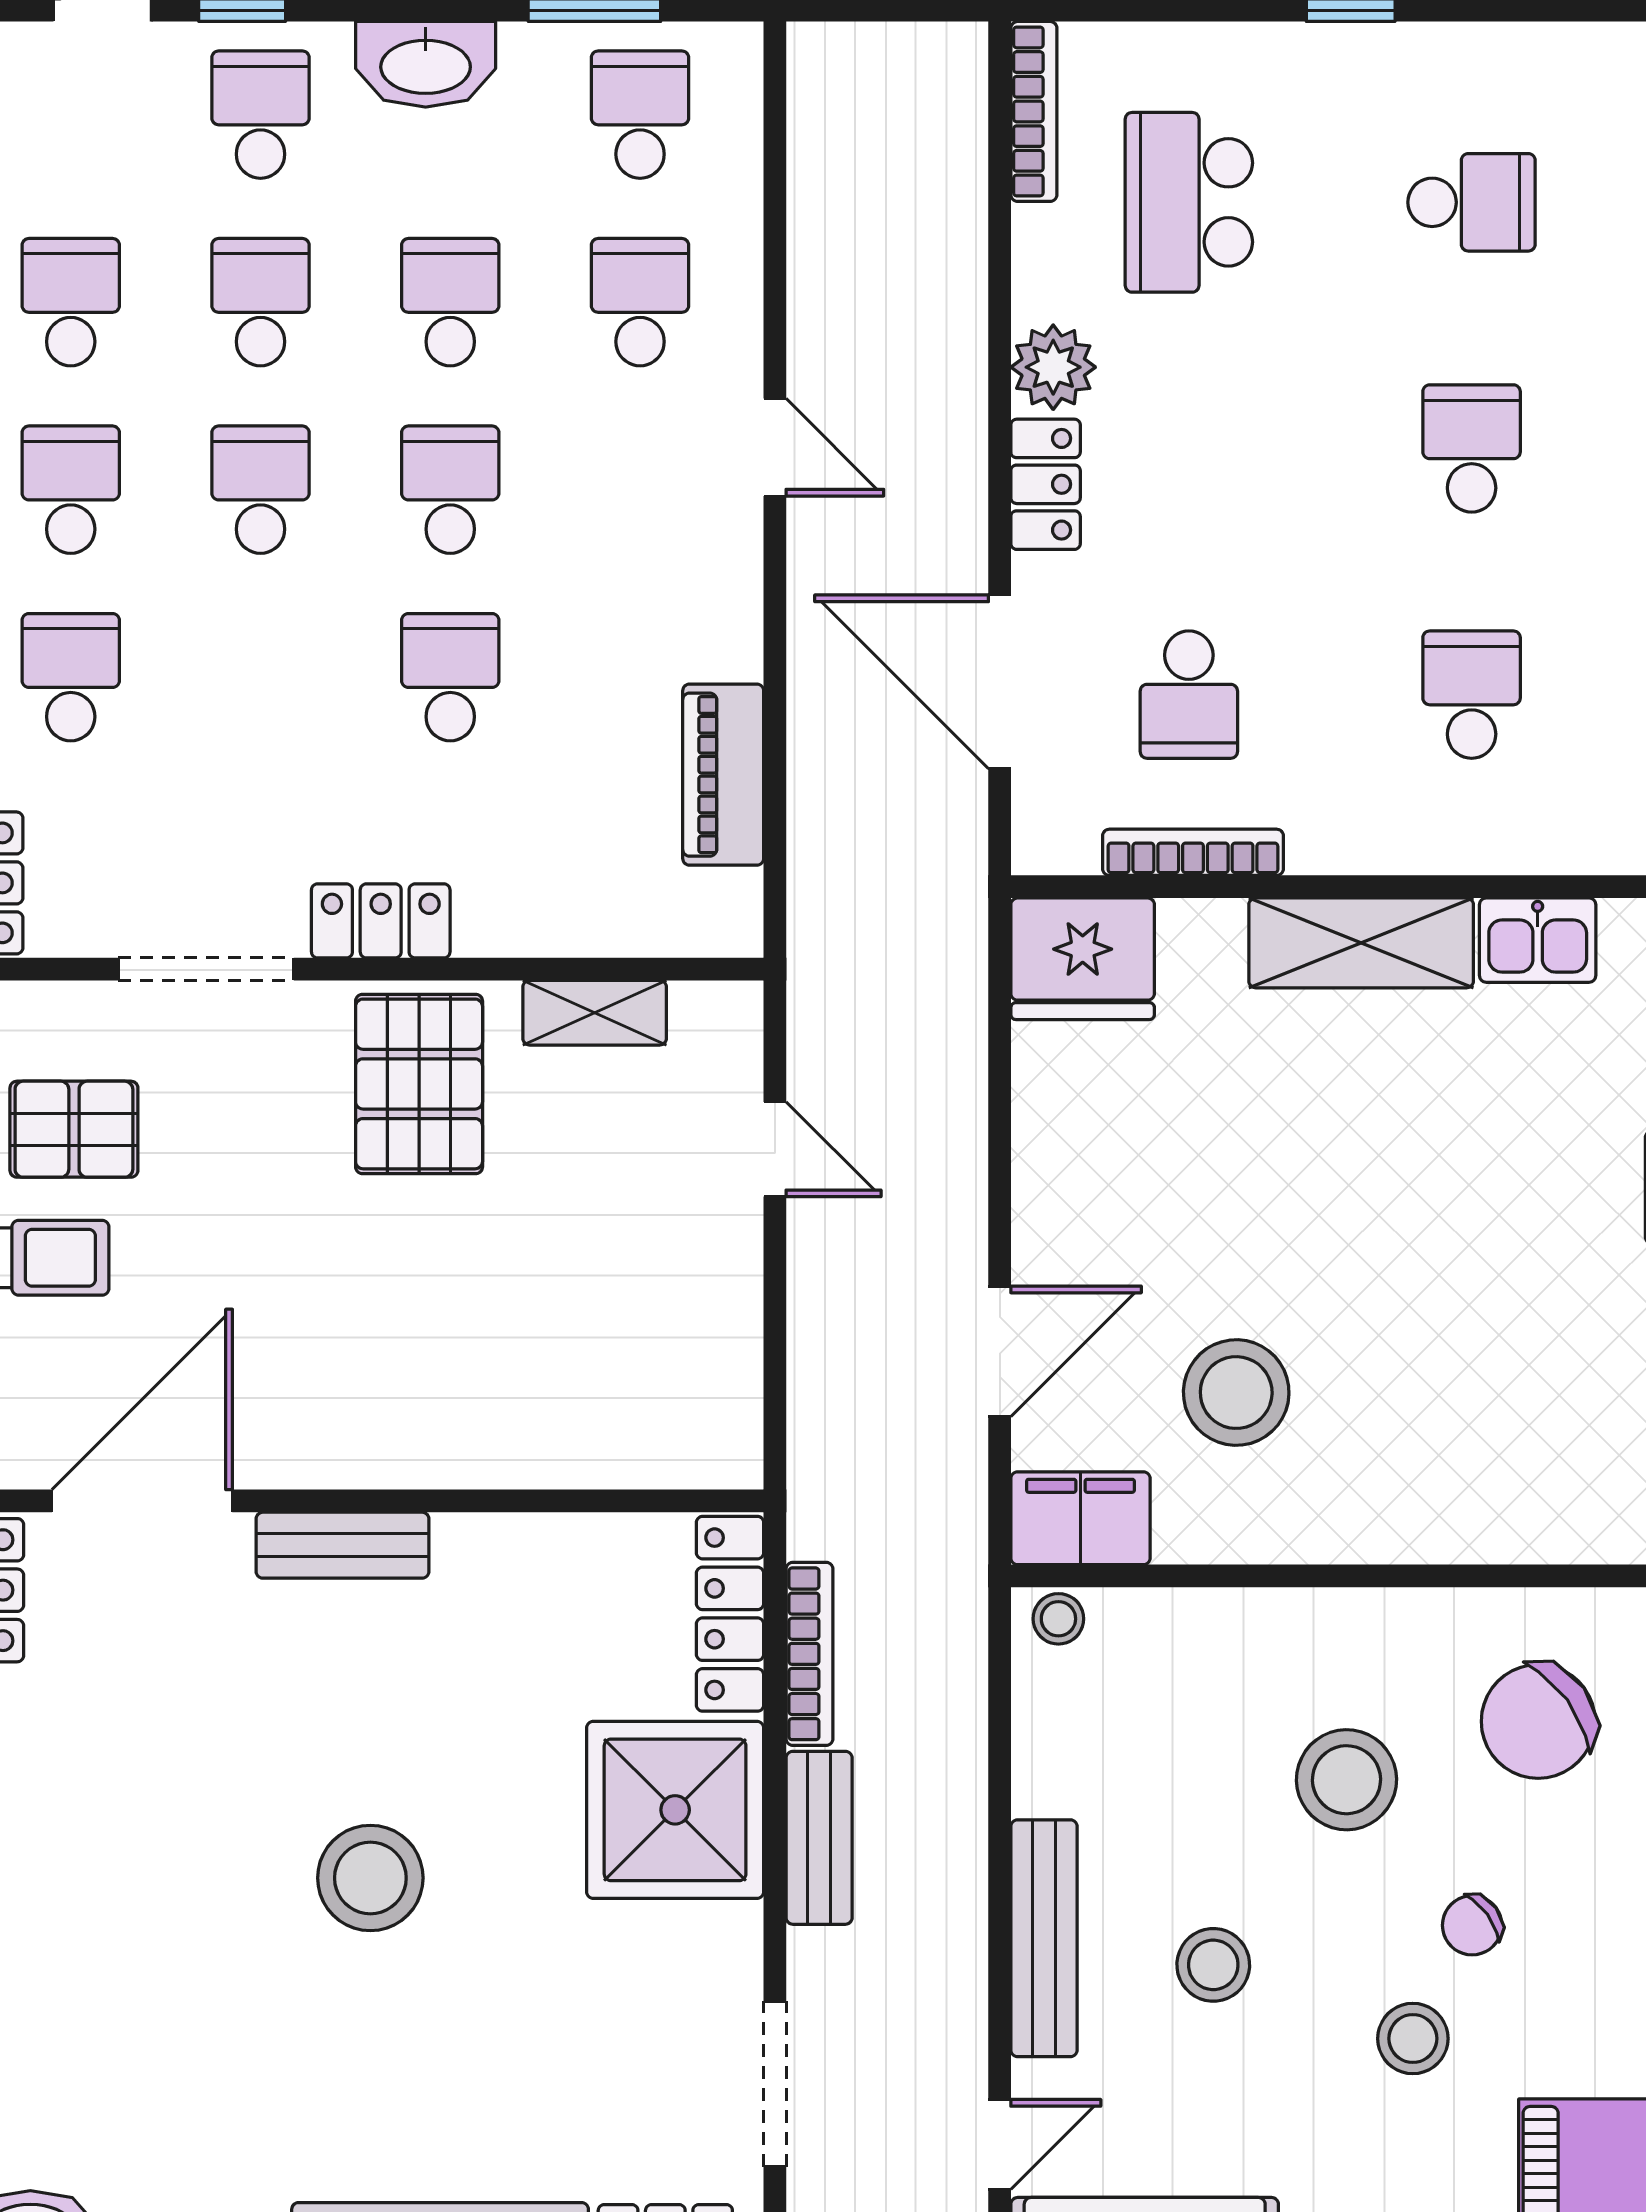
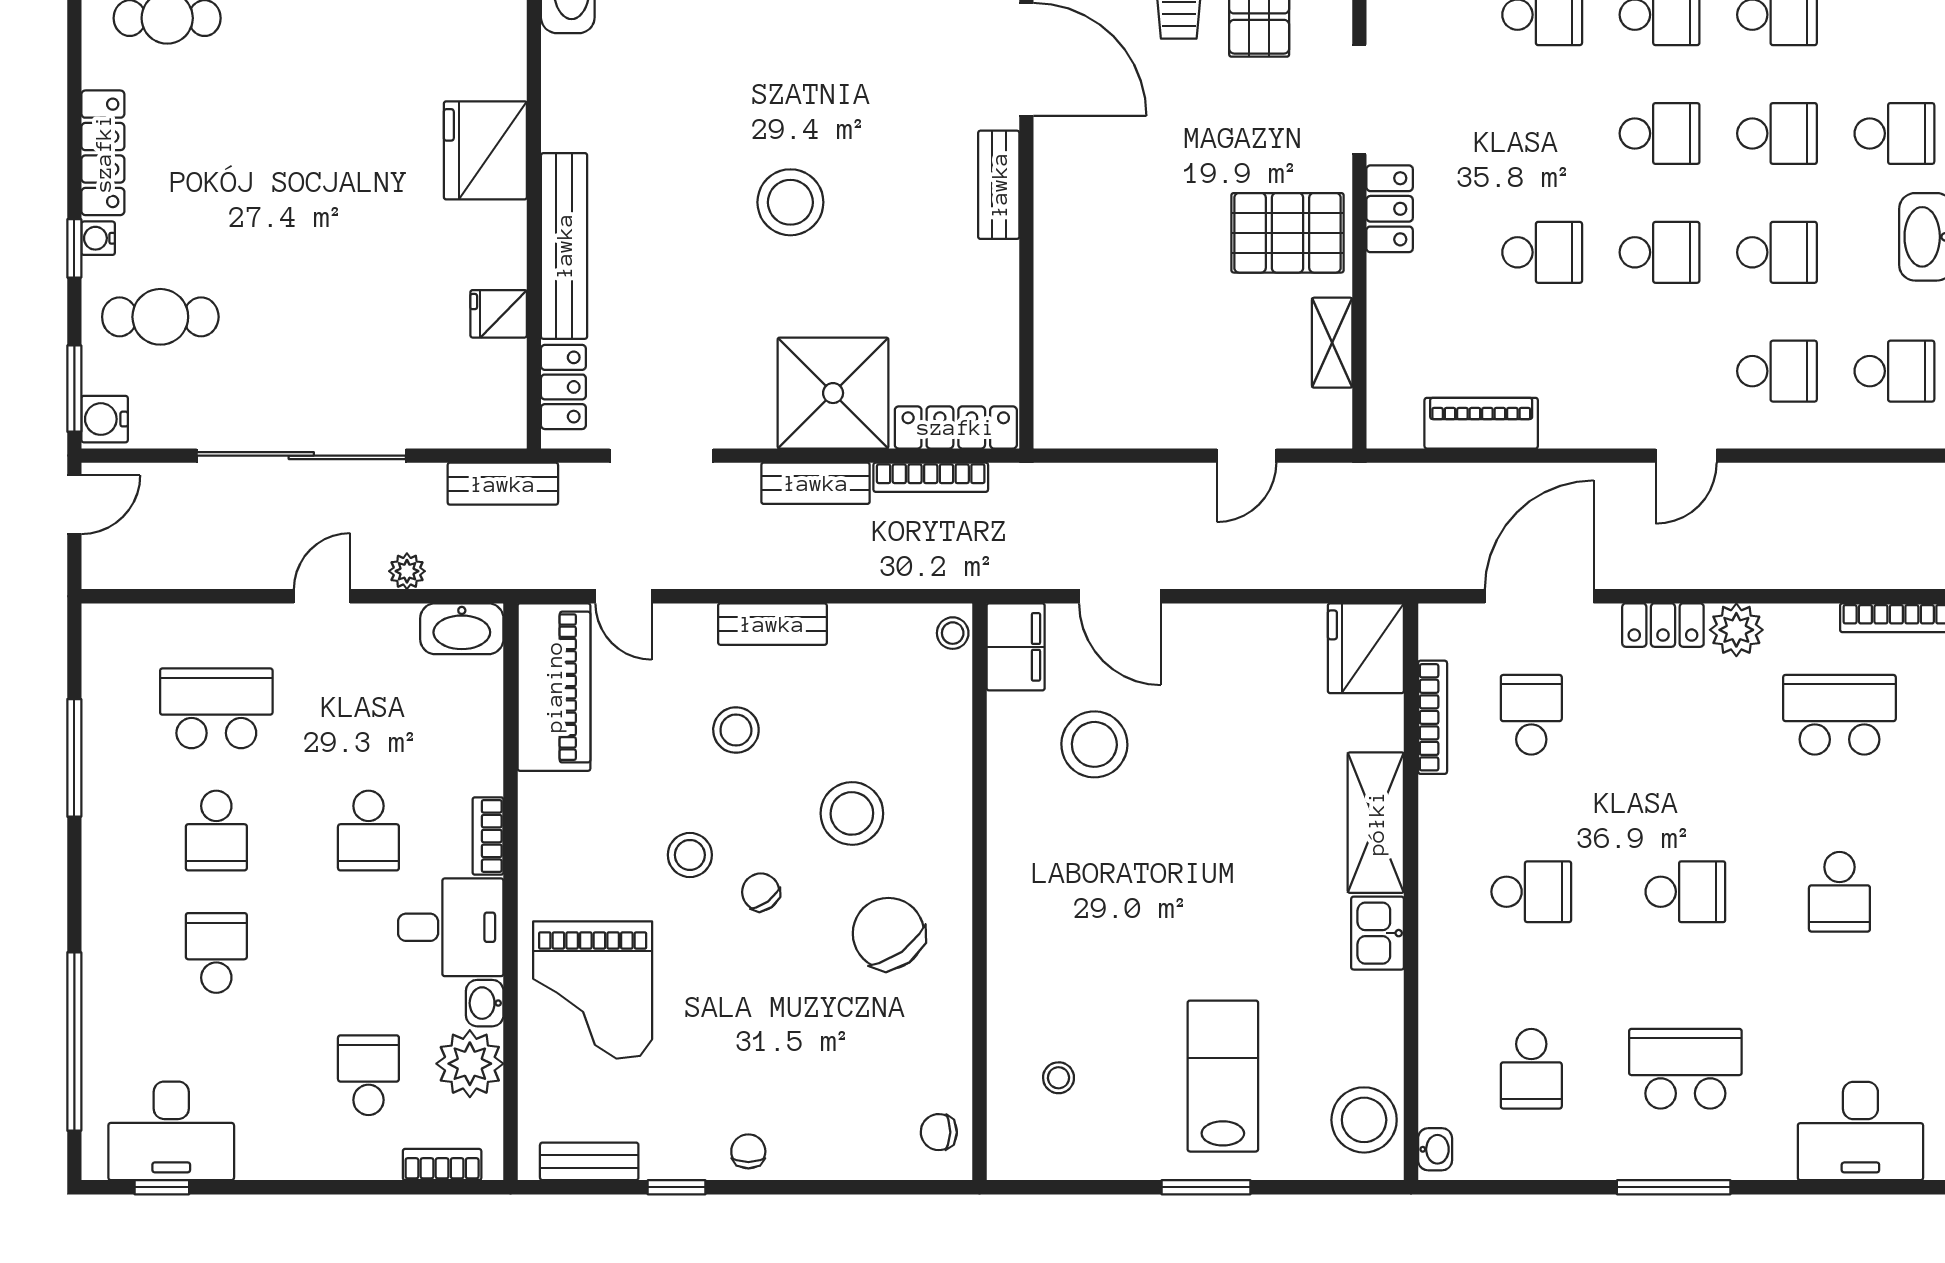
school desk: (1189, 695) -> (1531, 715), turned 90
bench: (1044, 1938) -> (772, 624), width x0.73

